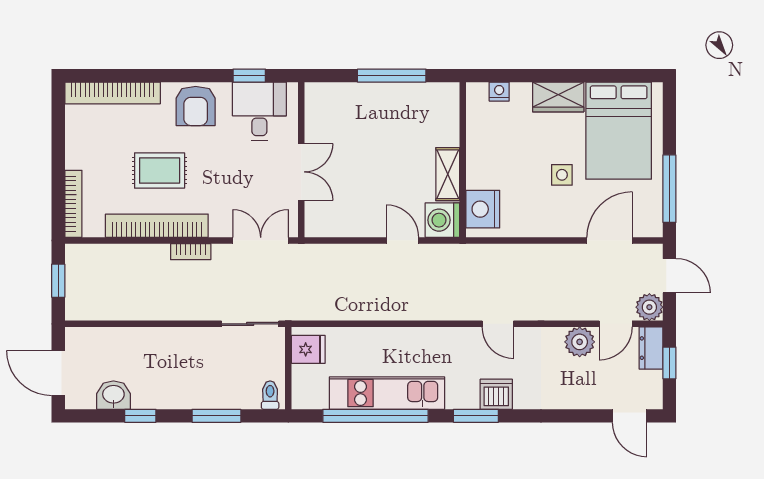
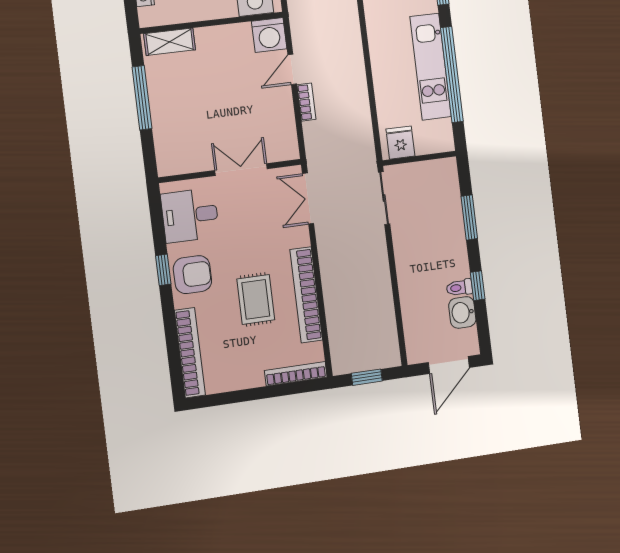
window: (249, 76) -> (163, 270), moved
shelving: (448, 174) -> (170, 42), moved
bookcase: (191, 252) -> (306, 102), moved
toilet: (270, 395) -> (459, 288), moved

